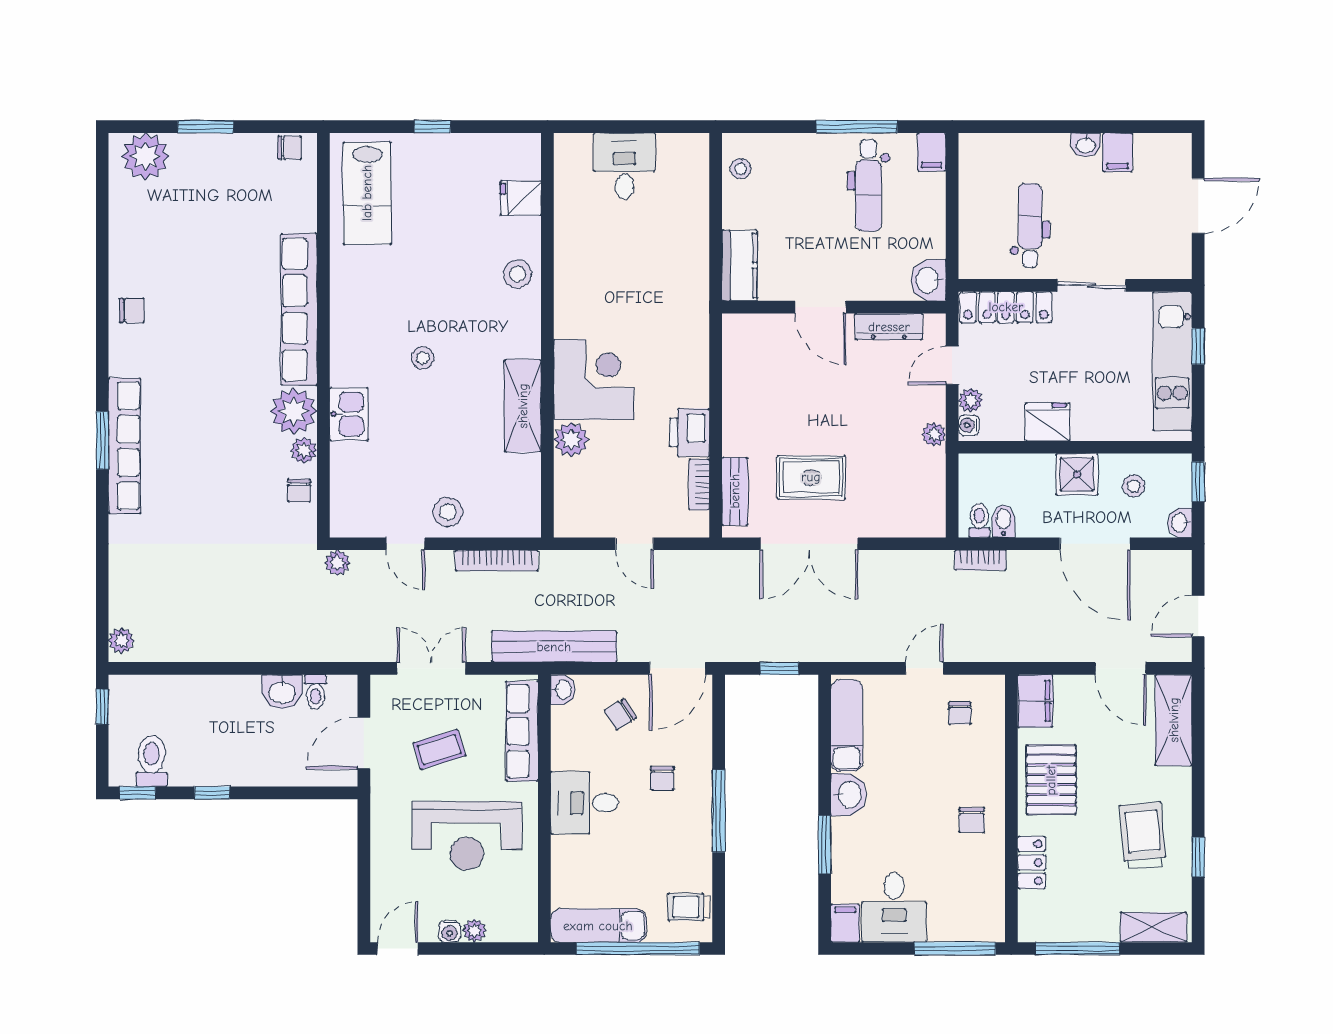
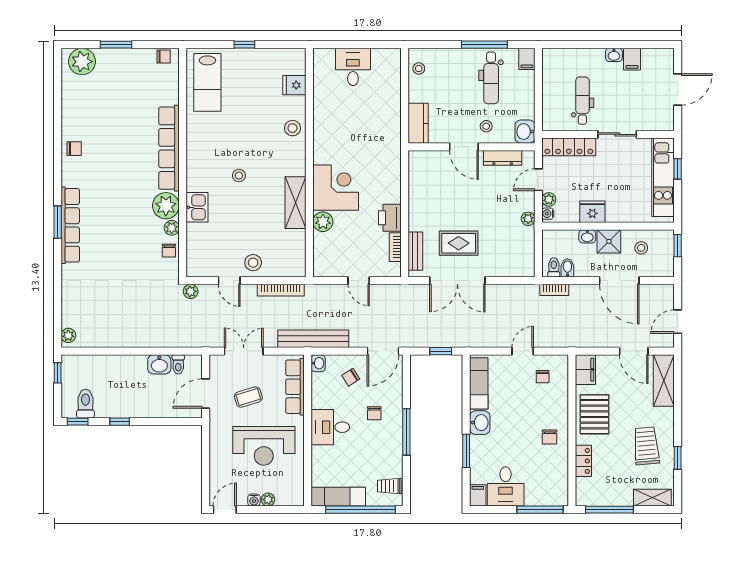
stool: (860, 271) -> (486, 126), added
washbasin: (1180, 523) -> (587, 236), moved, turned -90

